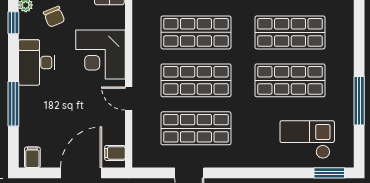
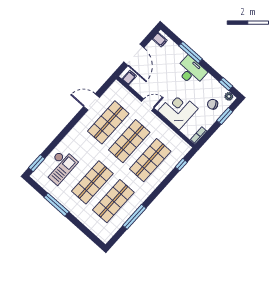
desk: (37, 62) -> (191, 71), moved

